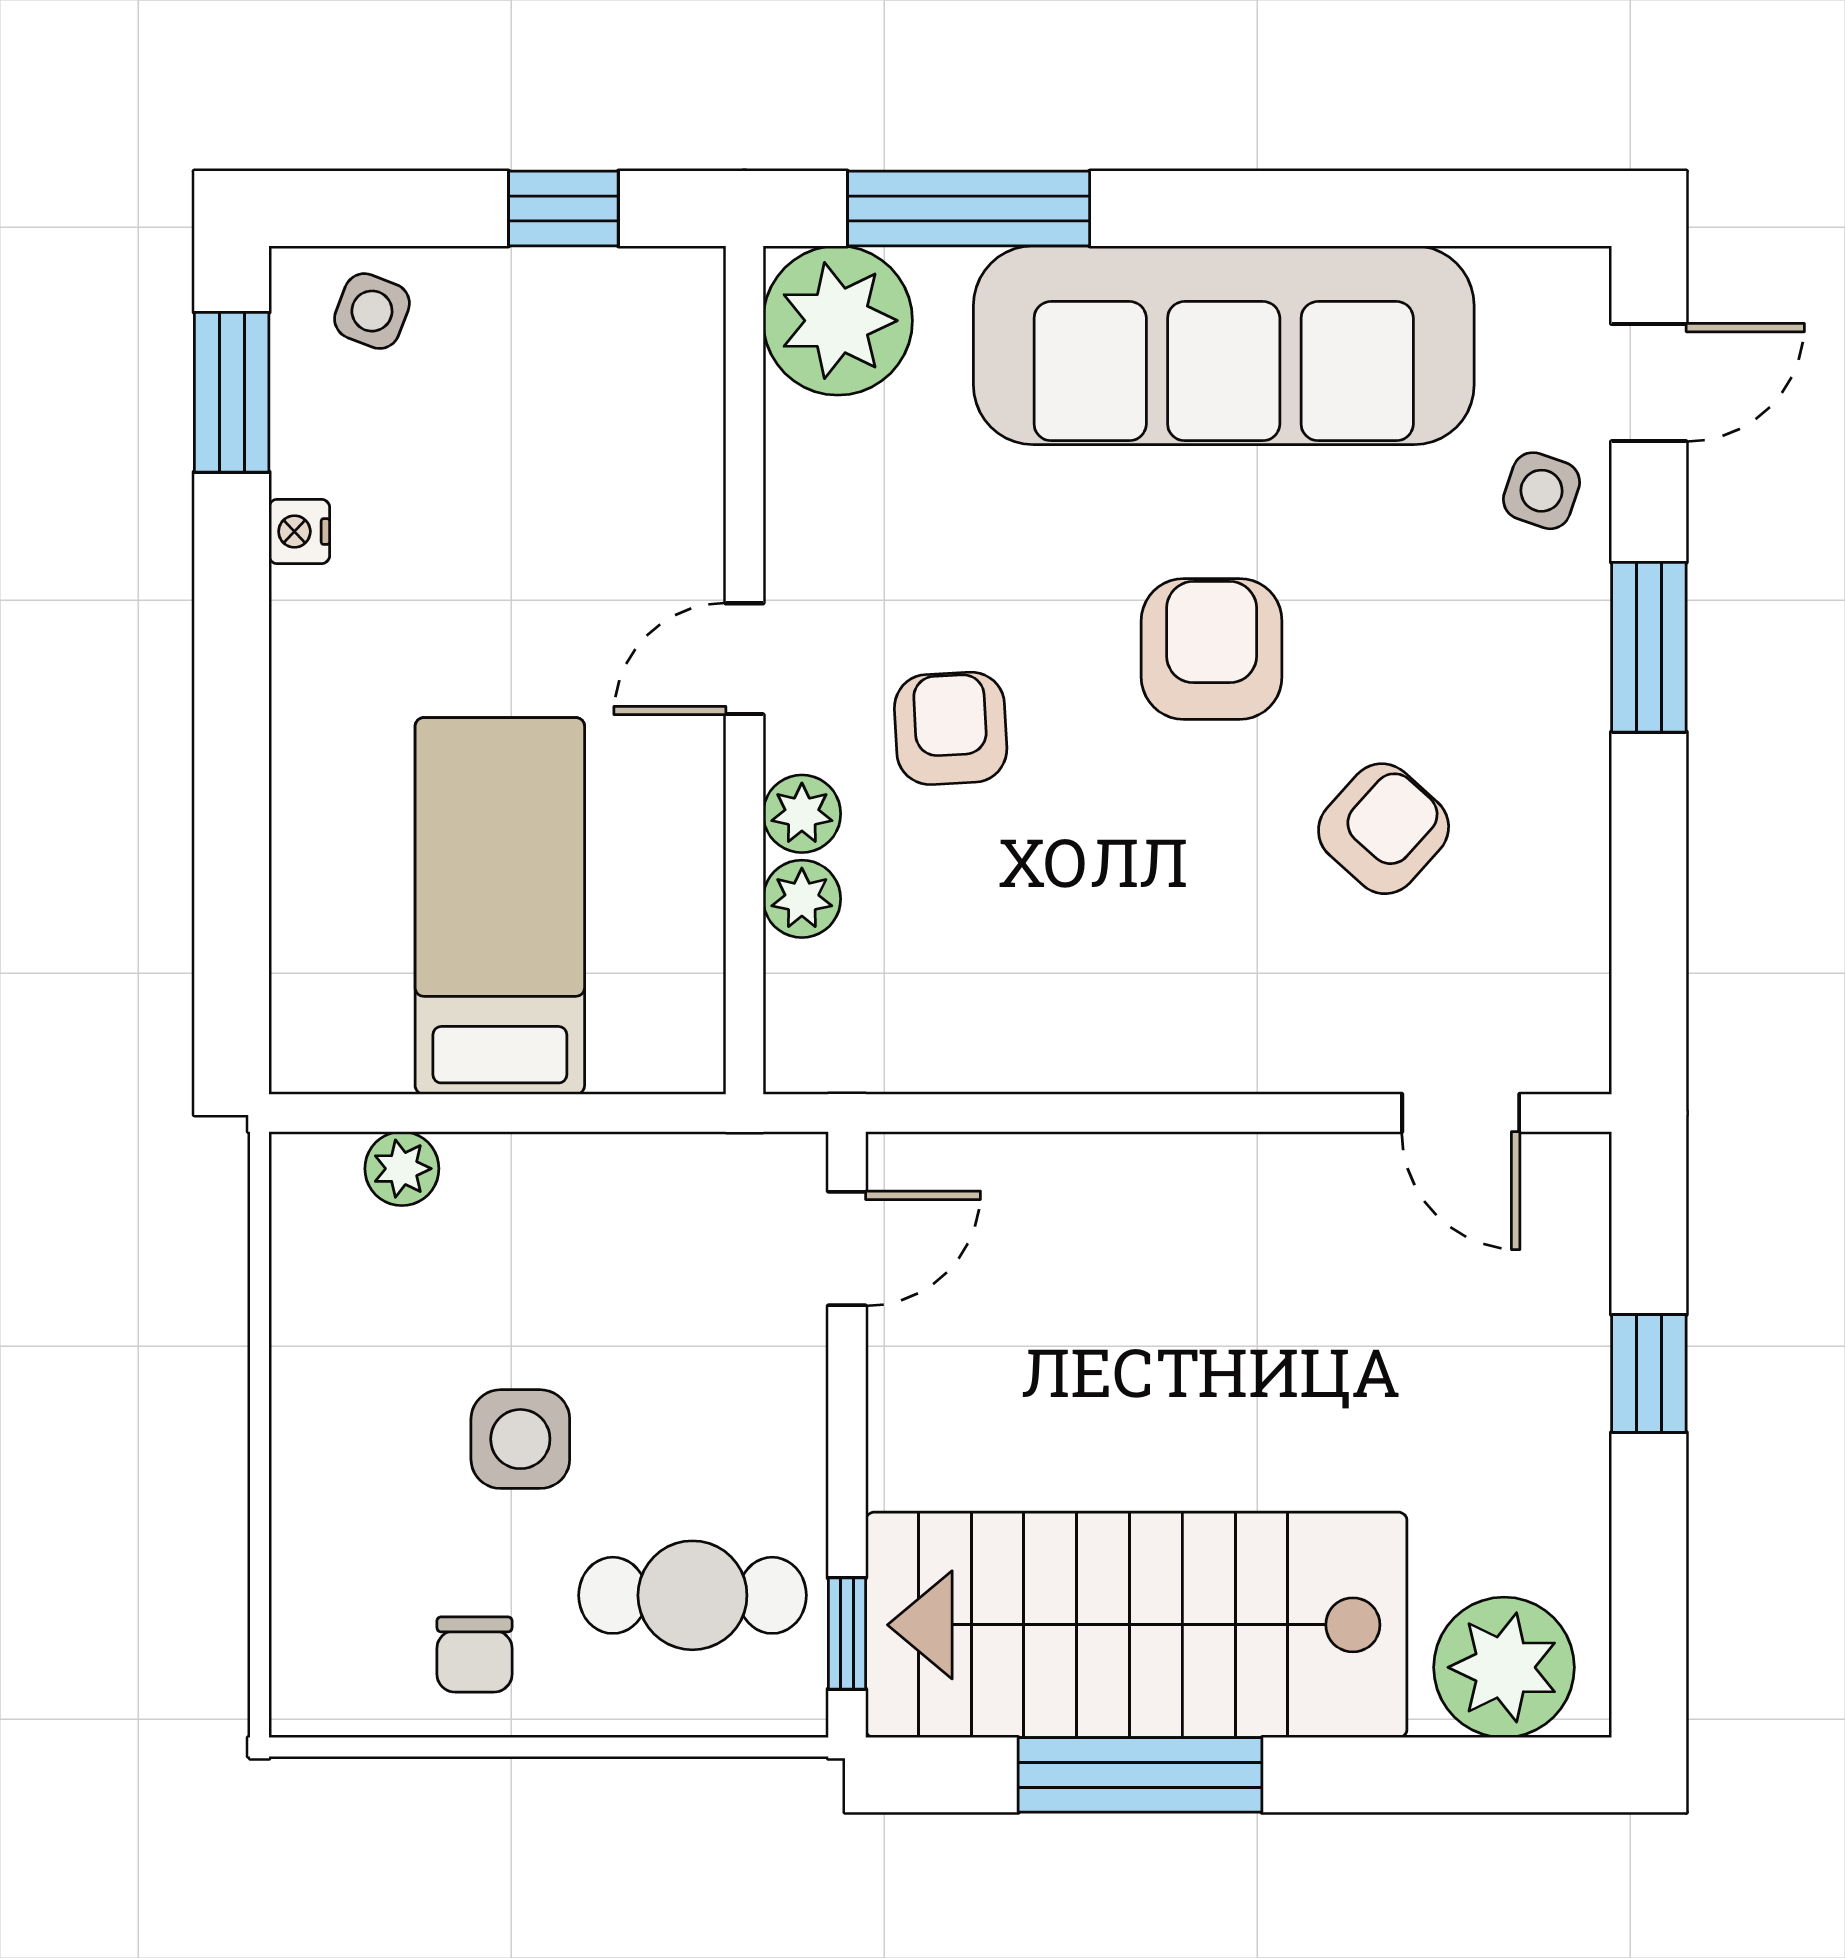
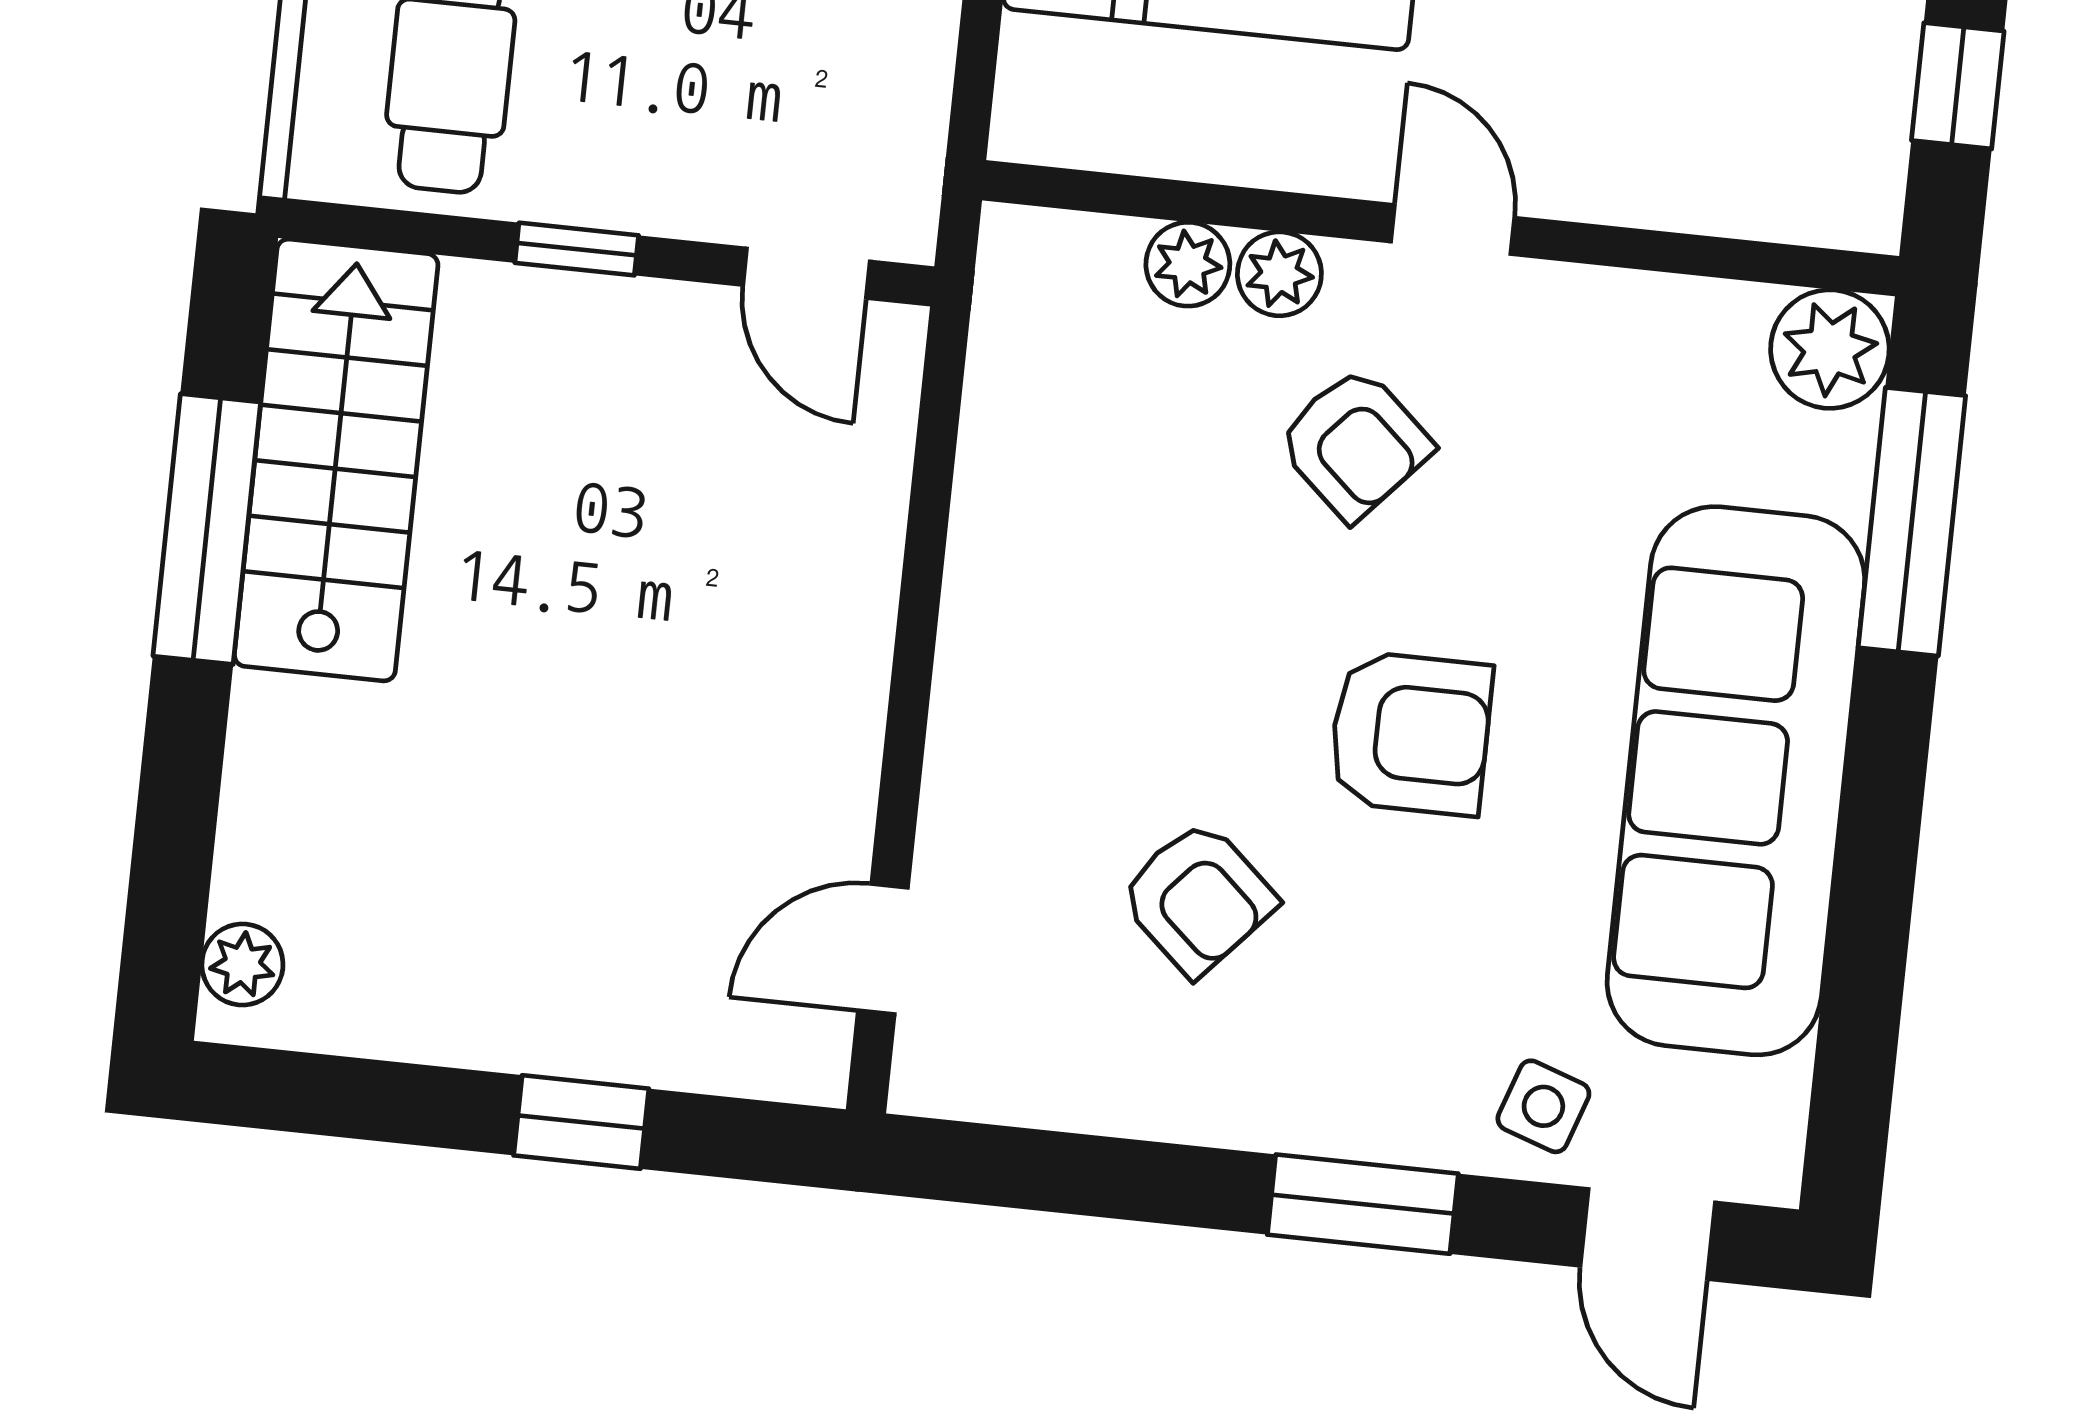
plant: (838, 321) -> (1830, 349), width x0.73, depth x0.73
armchair: (951, 728) -> (1354, 444), turned 45
stairs: (1136, 1625) -> (336, 460), width x0.73, depth x0.66
window: (847, 1634) -> (577, 249), moved
plant: (1504, 1667) -> (242, 965), width x0.53, depth x0.53

